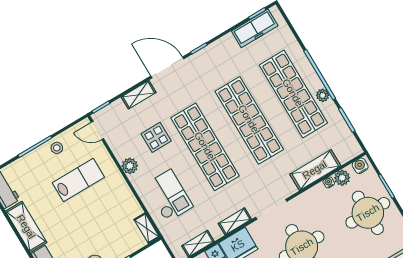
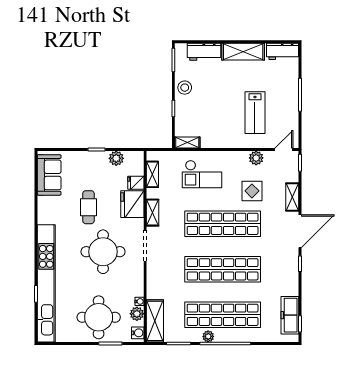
stool: (57, 148) -> (289, 111), removed
plant: (130, 166) -> (256, 158), moved
shelving: (315, 170) -> (155, 321), moved

